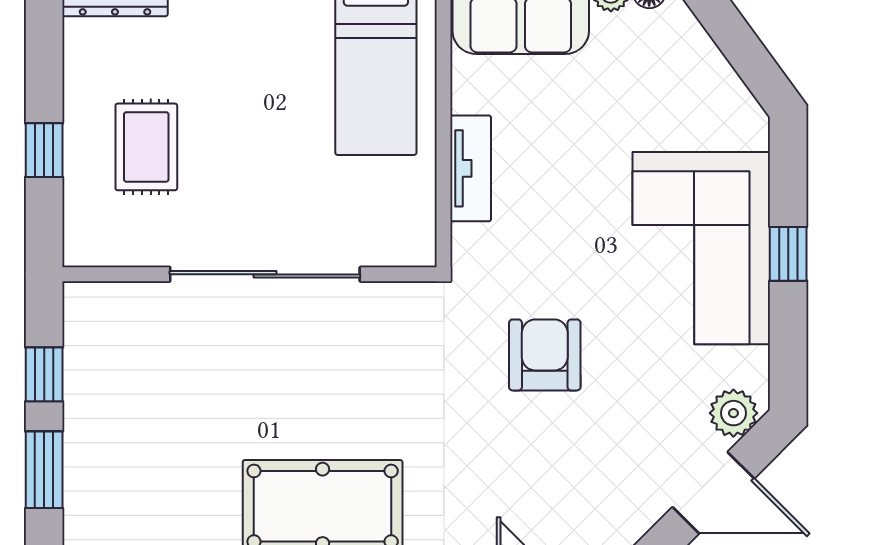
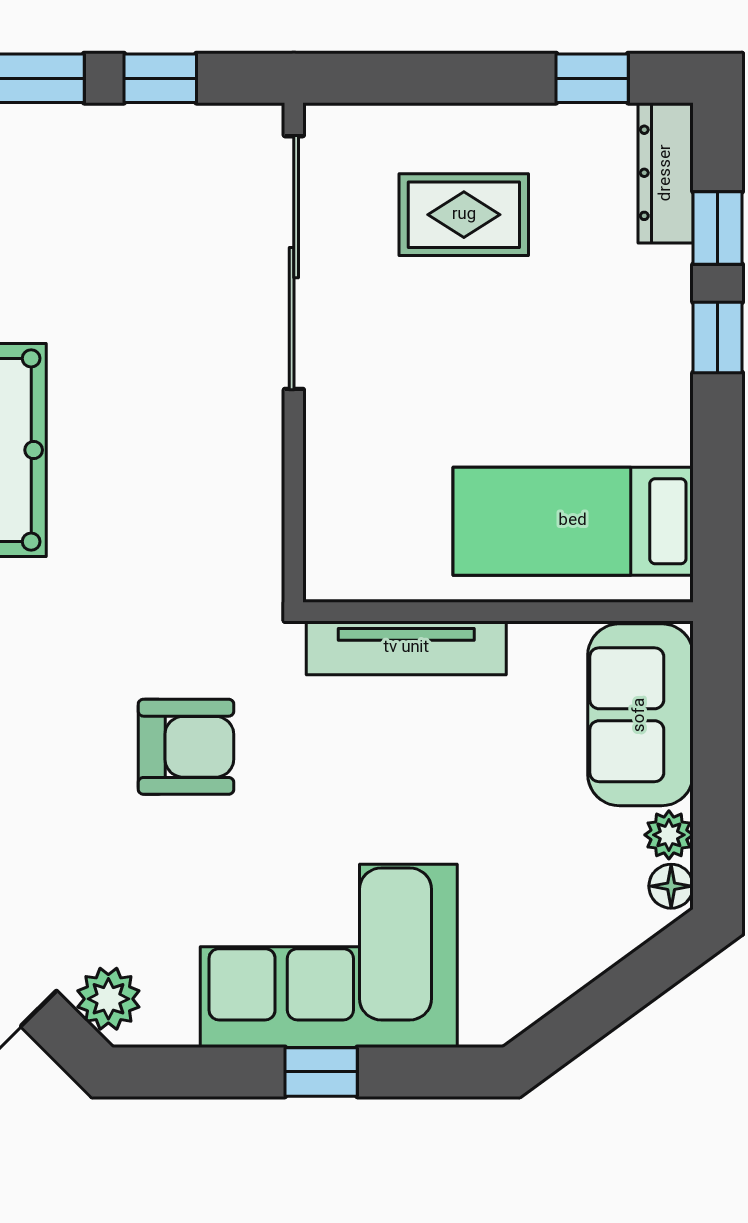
window: (44, 150) -> (592, 78), moved
tv unit: (471, 168) -> (406, 648), width x1.41
sliding door: (265, 274) -> (294, 263), moved

